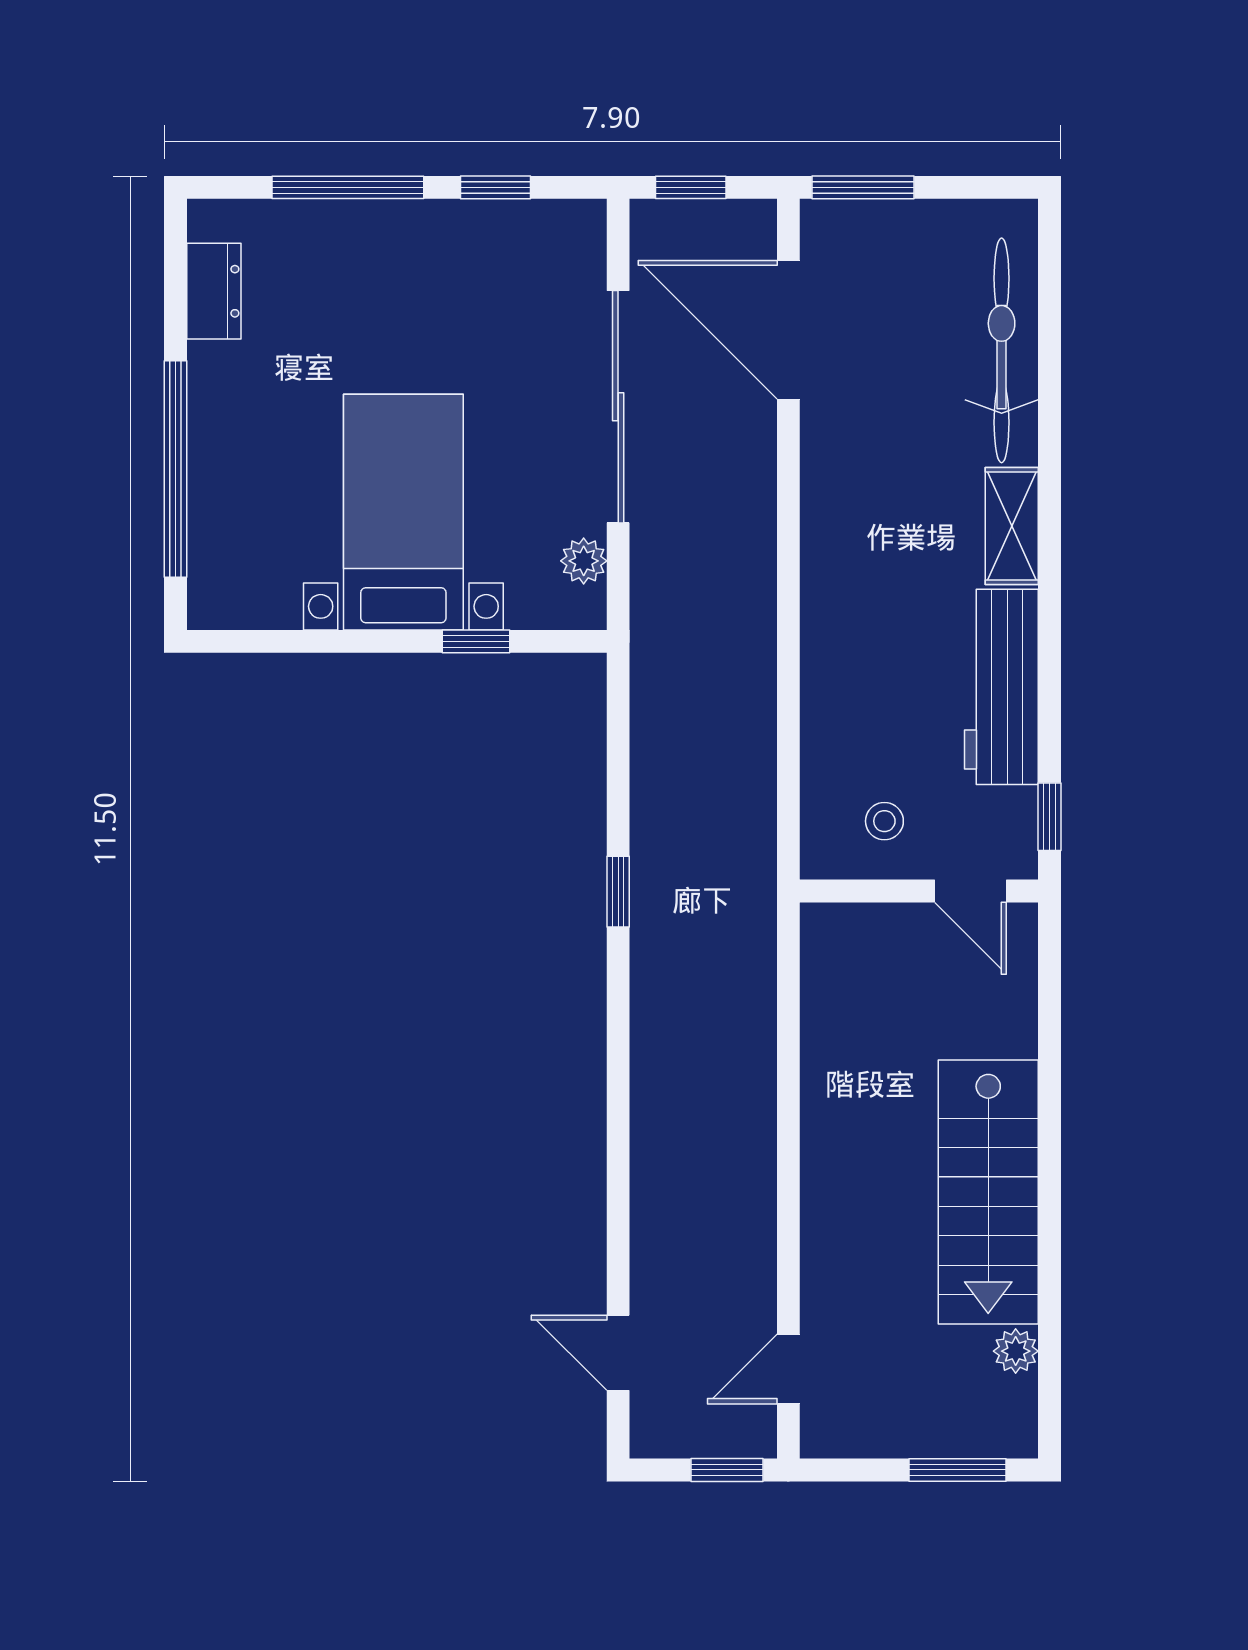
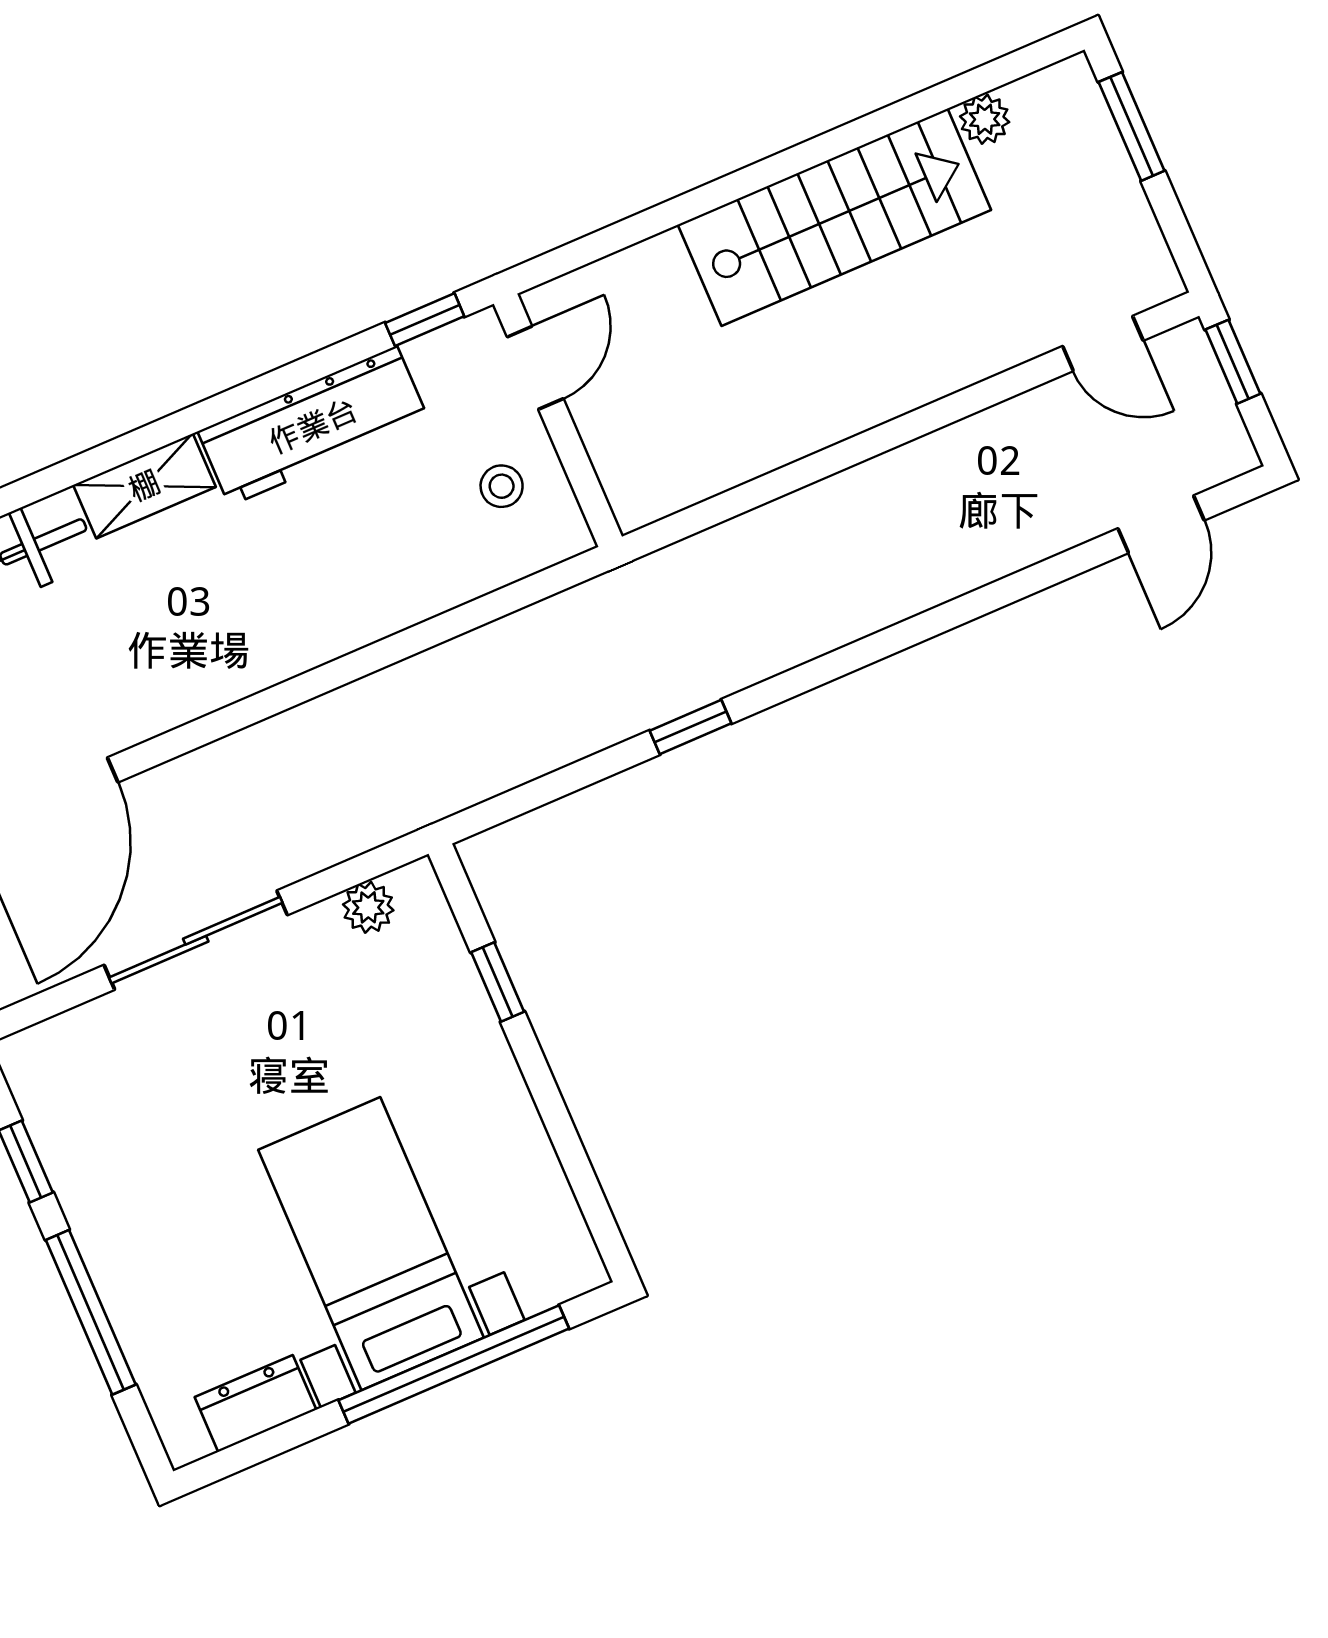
sliding door: (618, 407) -> (196, 940), width x0.73
bed with nightstands: (403, 512) -> (371, 1244), moved, turned 90

